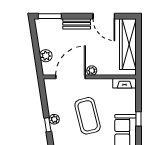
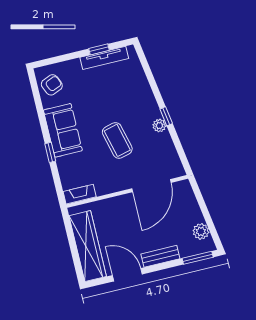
plant: (46, 56) -> (201, 231), moved
plant: (92, 71) -> (126, 200), removed
coffee table: (88, 116) -> (117, 140), width x0.73, depth x0.76

